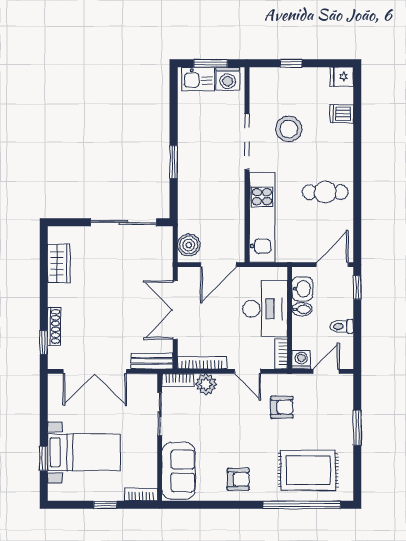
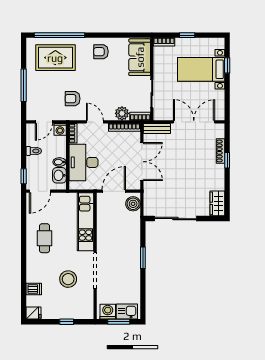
cafe table: (325, 192) -> (44, 238), turned 90
wardrobe: (59, 263) -> (217, 203), moved
window: (44, 342) -> (227, 160), moved
window: (357, 428) -> (24, 85), width x1.44

